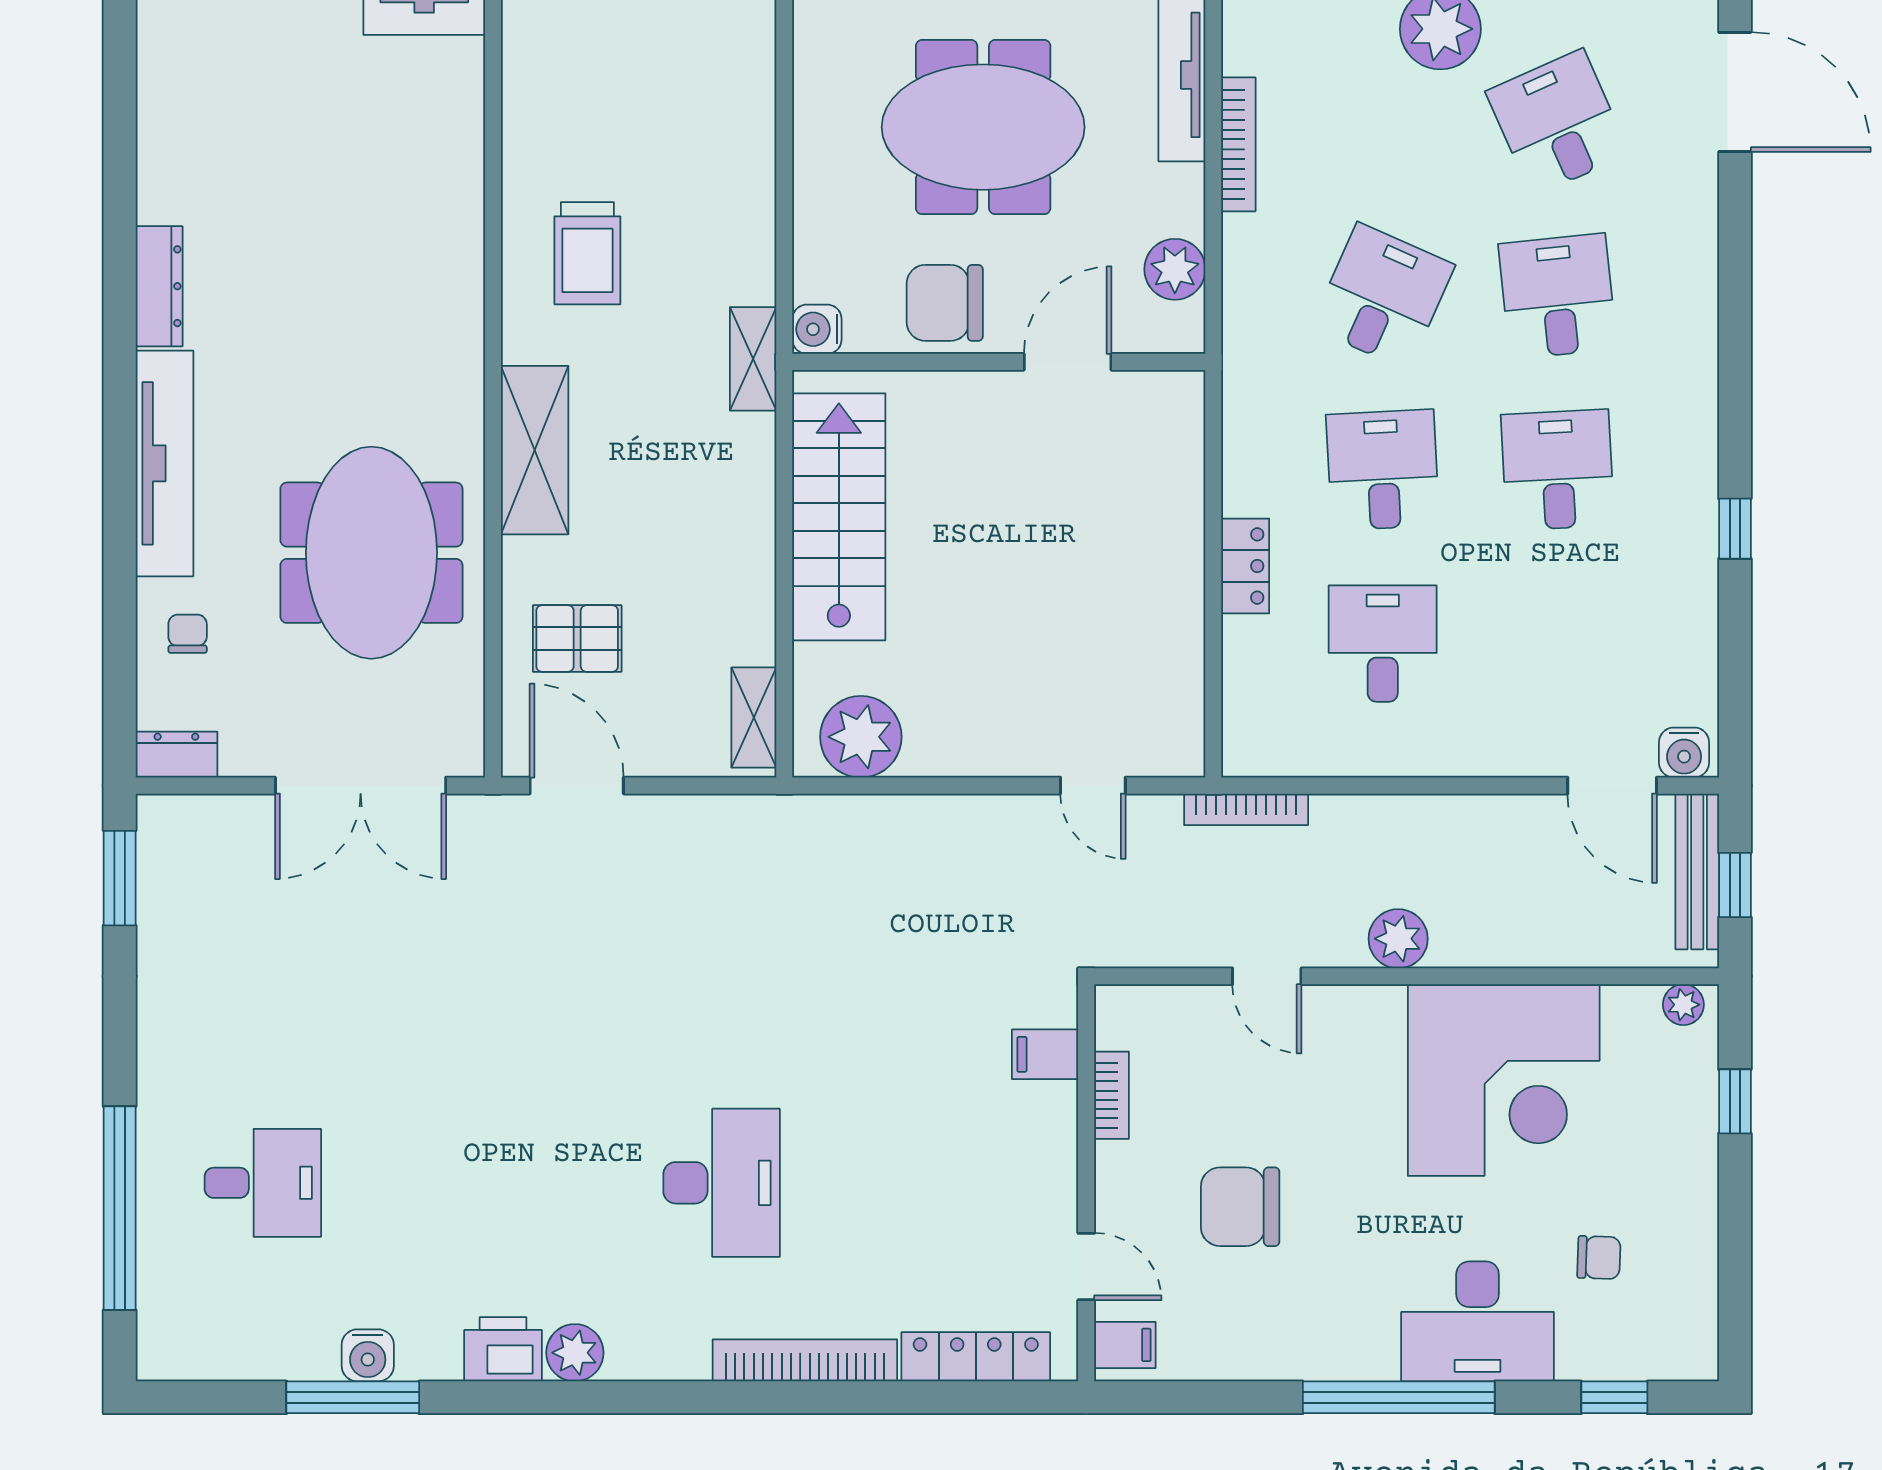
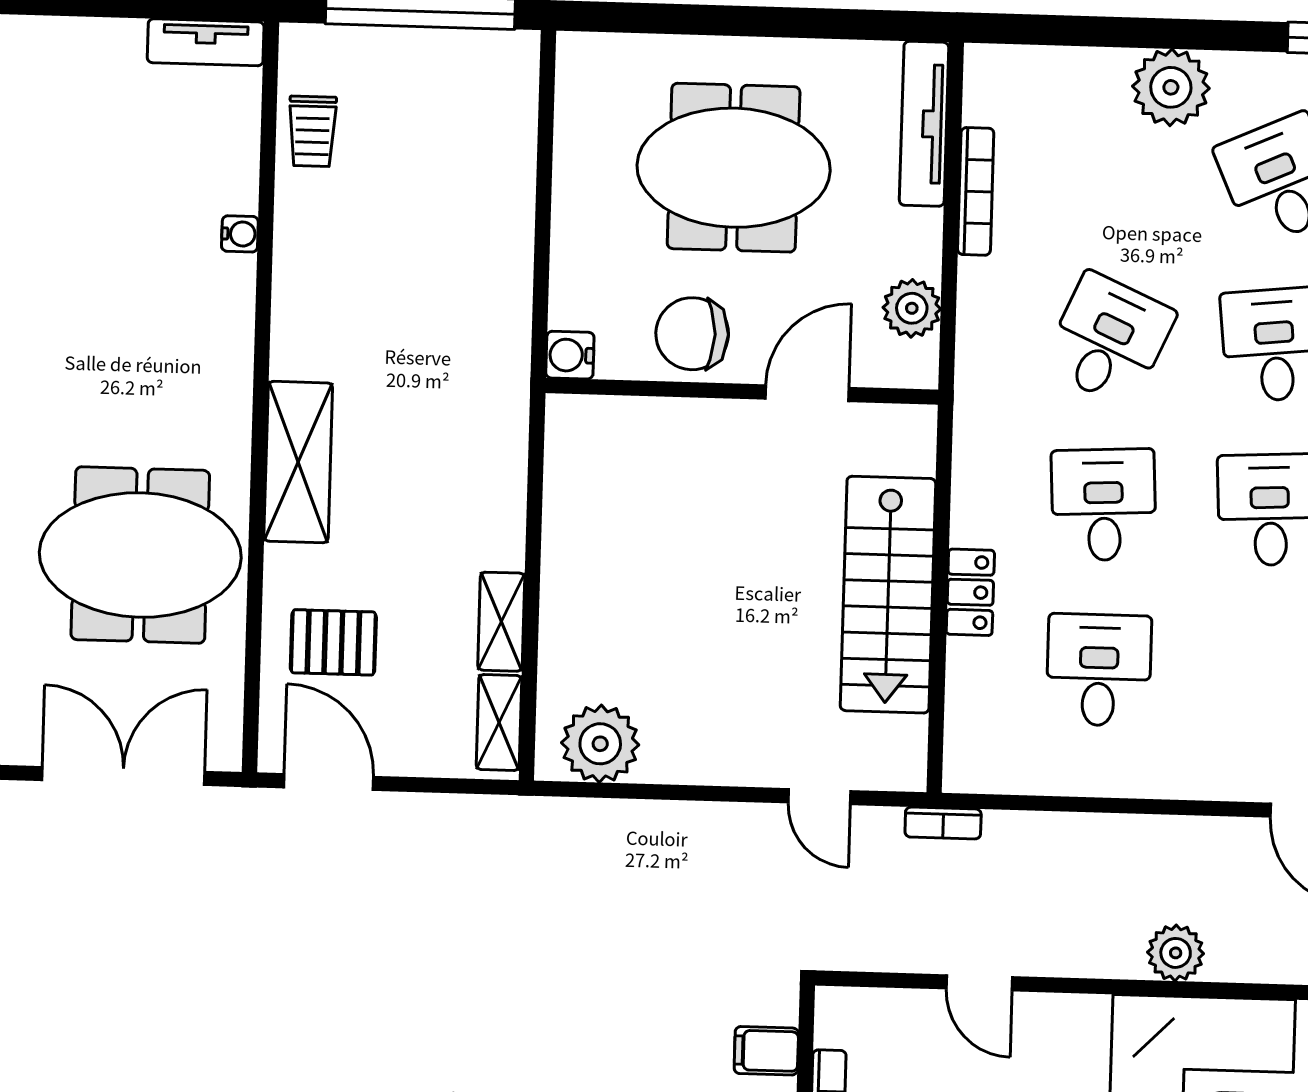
water cooler: (466, 212) -> (240, 234), added
trolley: (587, 253) -> (312, 131), moved, width x0.73, depth x0.72
shelving: (753, 359) -> (501, 622), moved
stairs: (839, 517) -> (888, 595), moved, turned 180
meeting table: (371, 553) -> (140, 555), turned 90
double door: (361, 786) -> (123, 776), swing flipped
bookcase: (1246, 809) -> (943, 823), width x0.64
plant: (1398, 939) -> (1176, 953), moved

